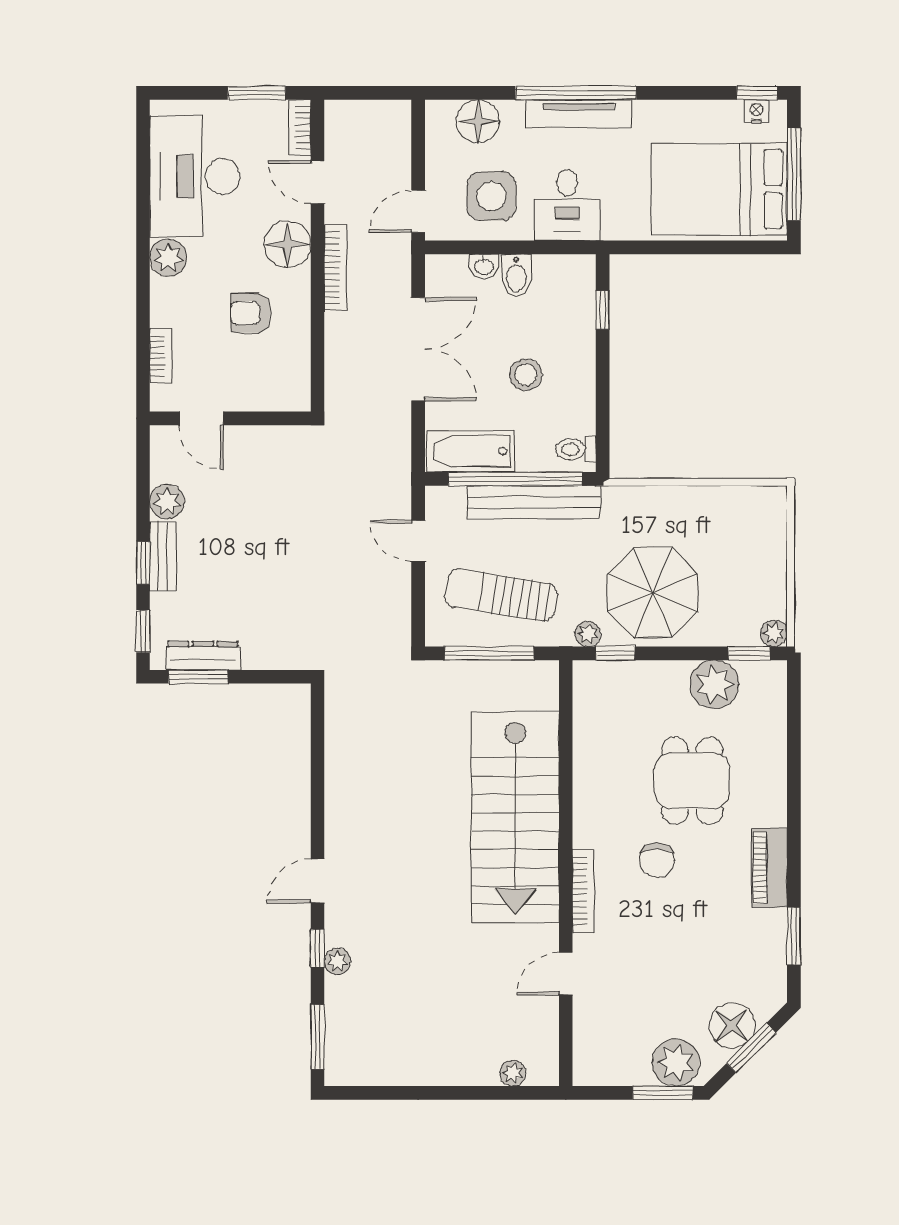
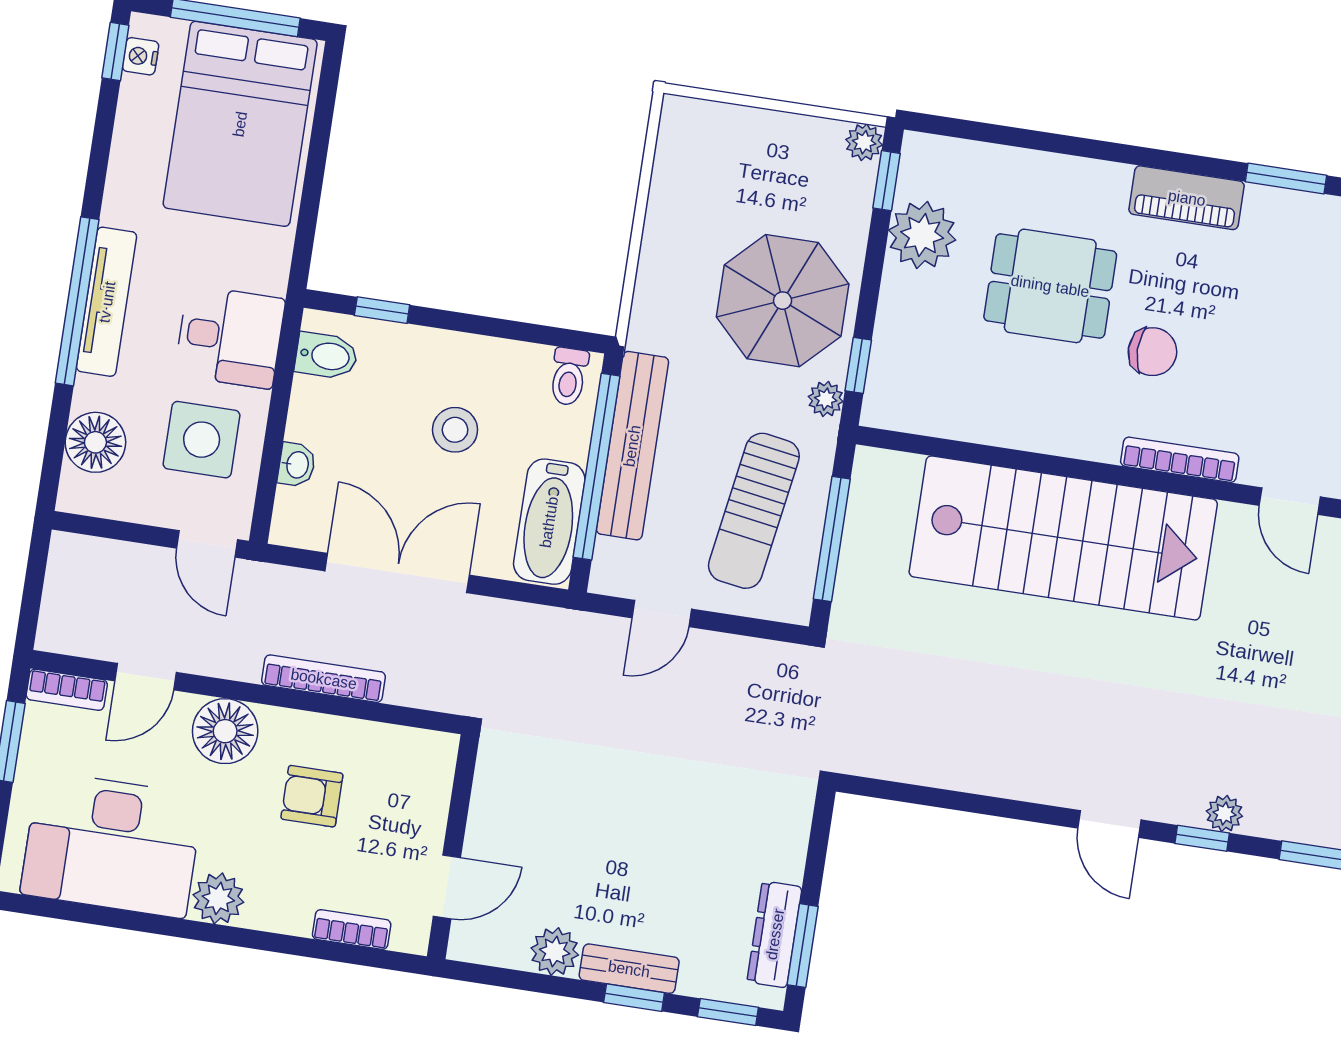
bookcase: (335, 268) -> (324, 679), moved
bidet: (516, 275) -> (326, 356), moved
armchair: (251, 313) -> (312, 796), turned 90

